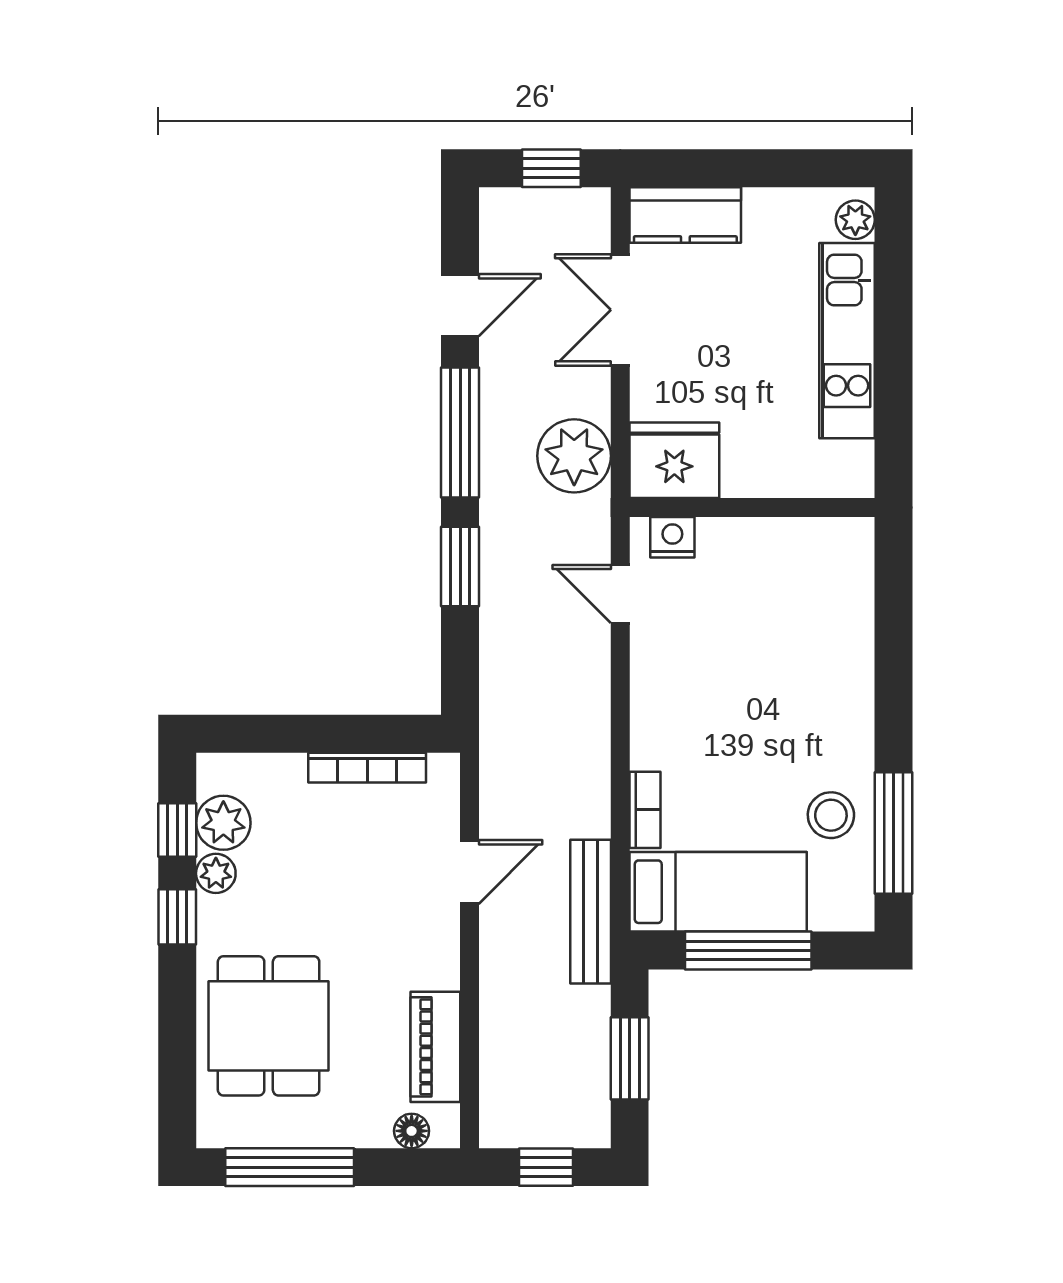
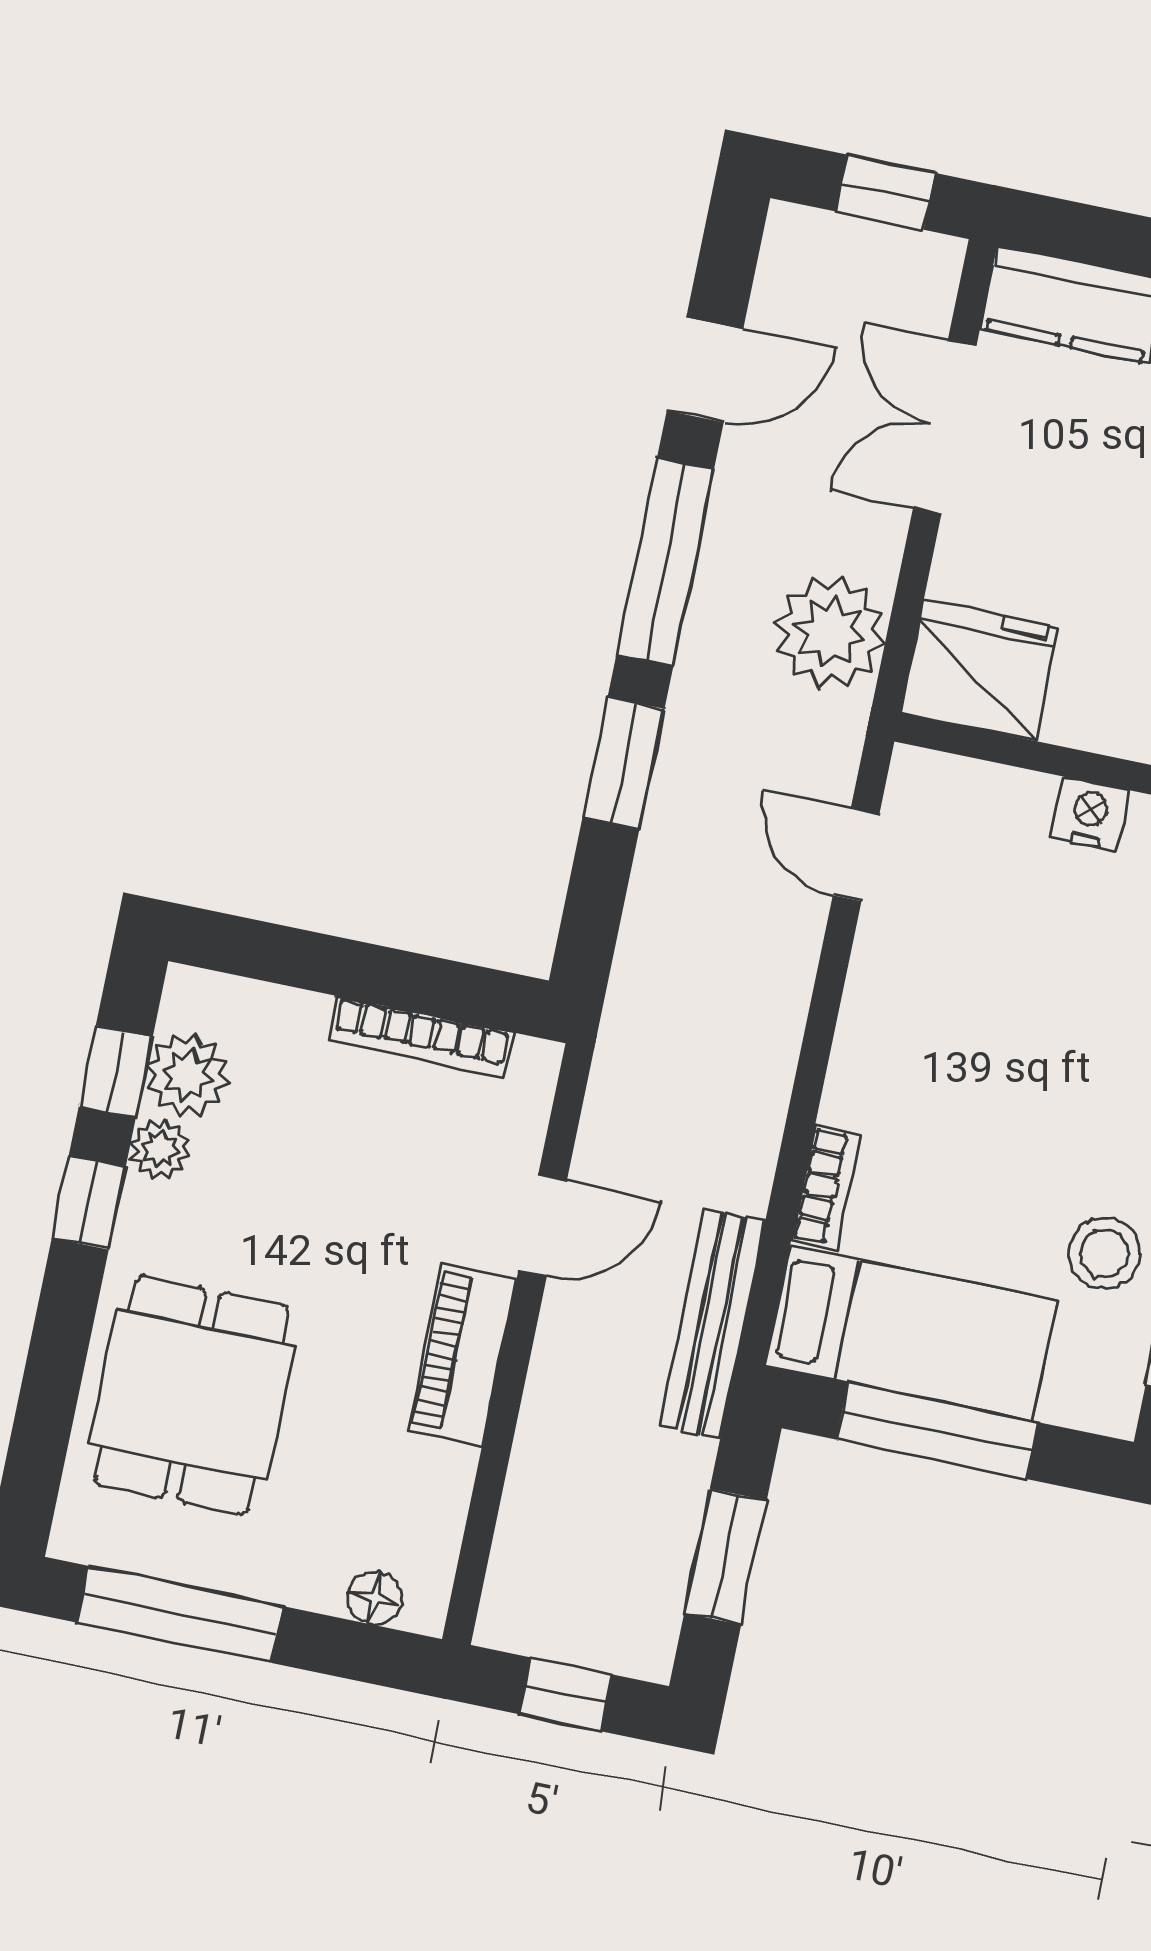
nightstand: (672, 537) -> (1090, 814), moved
piano: (435, 1047) -> (462, 1354), moved

